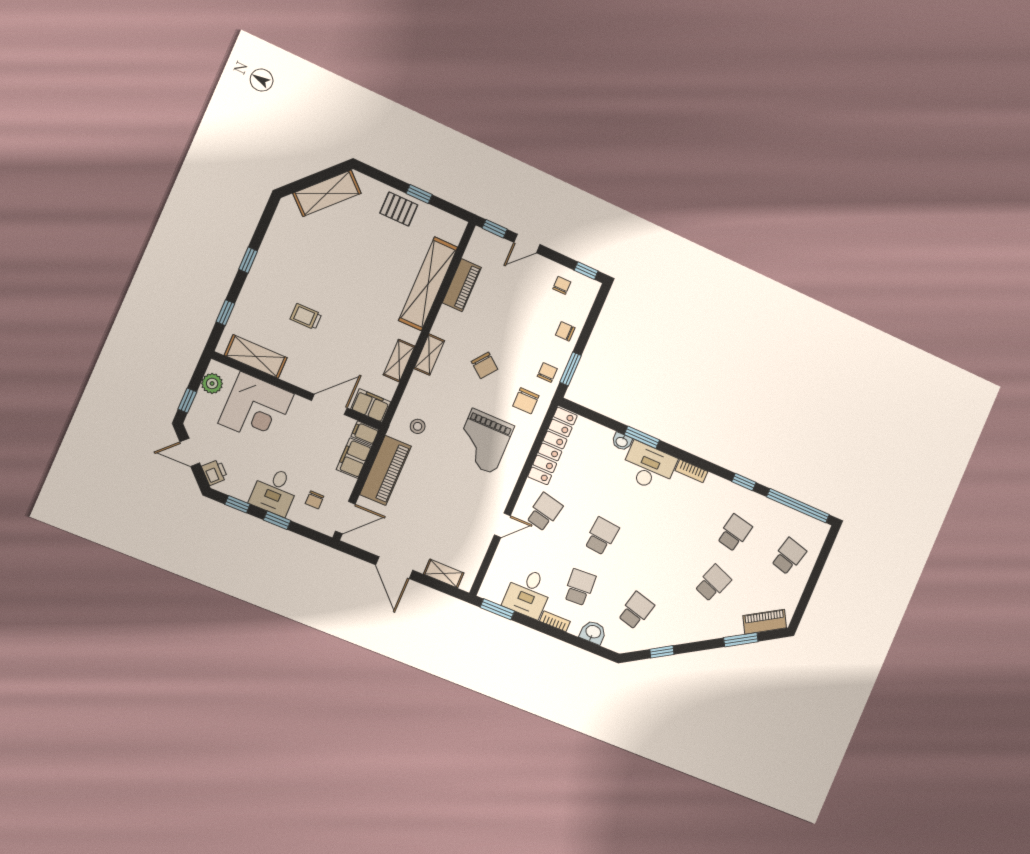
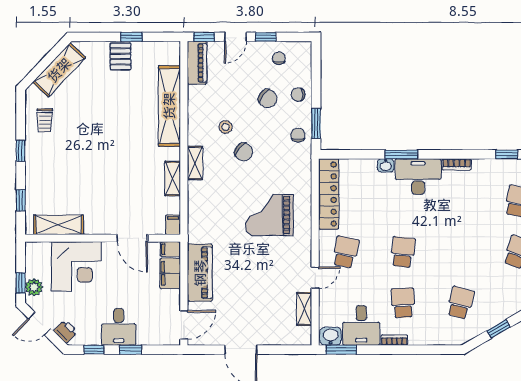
pallet: (399, 209) -> (121, 56), turned 90
window: (586, 271) -> (266, 37), moved
piano: (462, 285) -> (197, 63), moved
trolley: (306, 317) -> (45, 121), moved, turned -90
plant: (212, 383) -> (34, 287), moved
chair: (526, 401) -> (268, 99), moved, turned -53
door: (329, 404) -> (132, 238), swing flipped
filing cabinet: (371, 405) -> (173, 225), width x0.50
stool: (418, 426) -> (225, 127), moved
grand piano: (483, 441) -> (269, 215), turned 90
chair: (314, 500) -> (153, 321), removed
shelving: (444, 573) -> (304, 309), moved, turned 90
washbasin: (593, 632) -> (331, 336), moved

